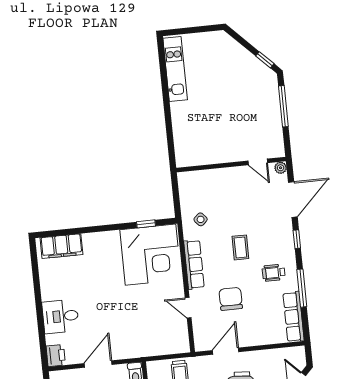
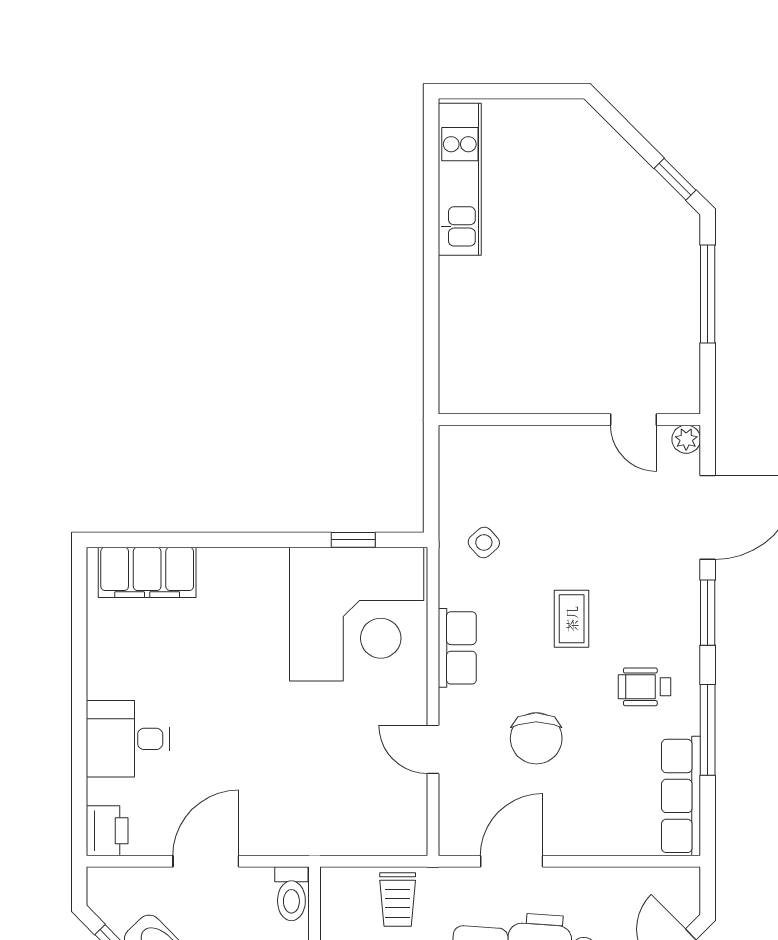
window: (297, 239) -> (708, 613), width x1.50
row of seats: (194, 264) -> (457, 648), width x0.68
chair: (231, 299) -> (536, 738), turned 180

